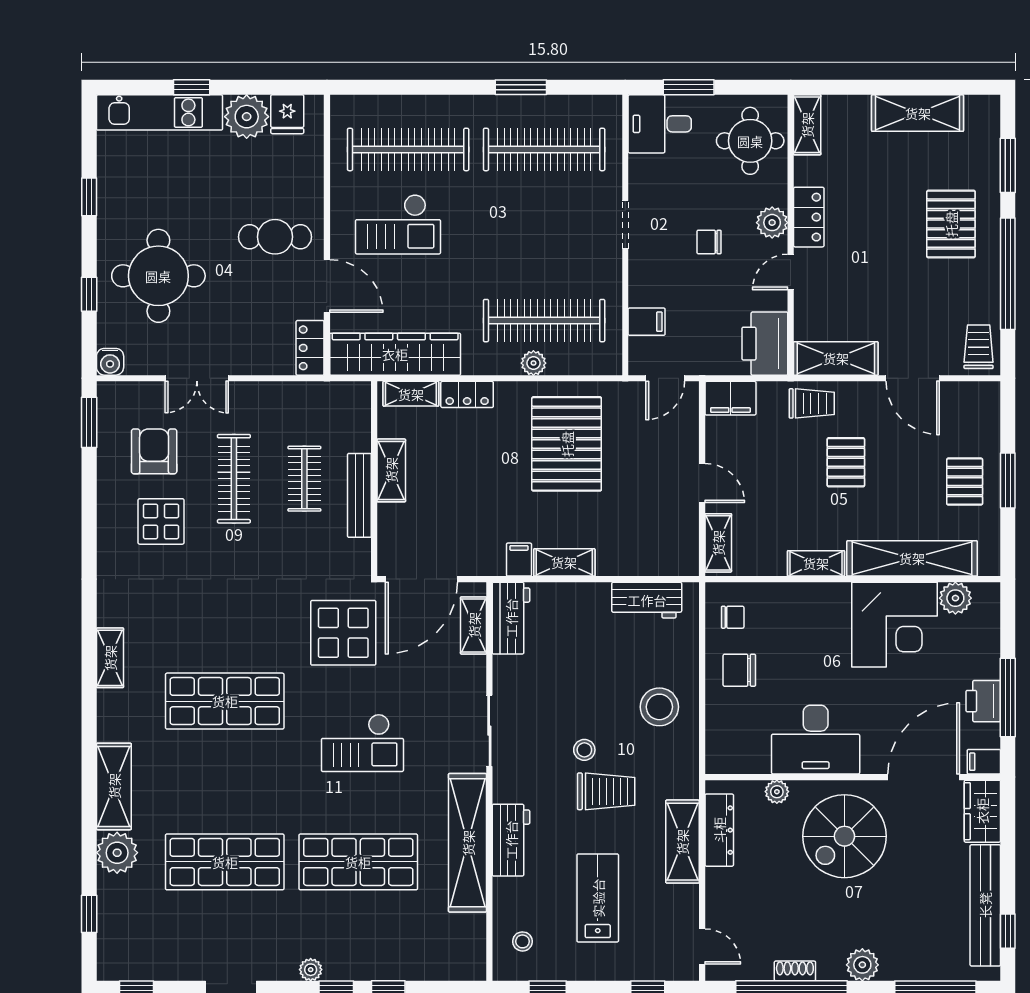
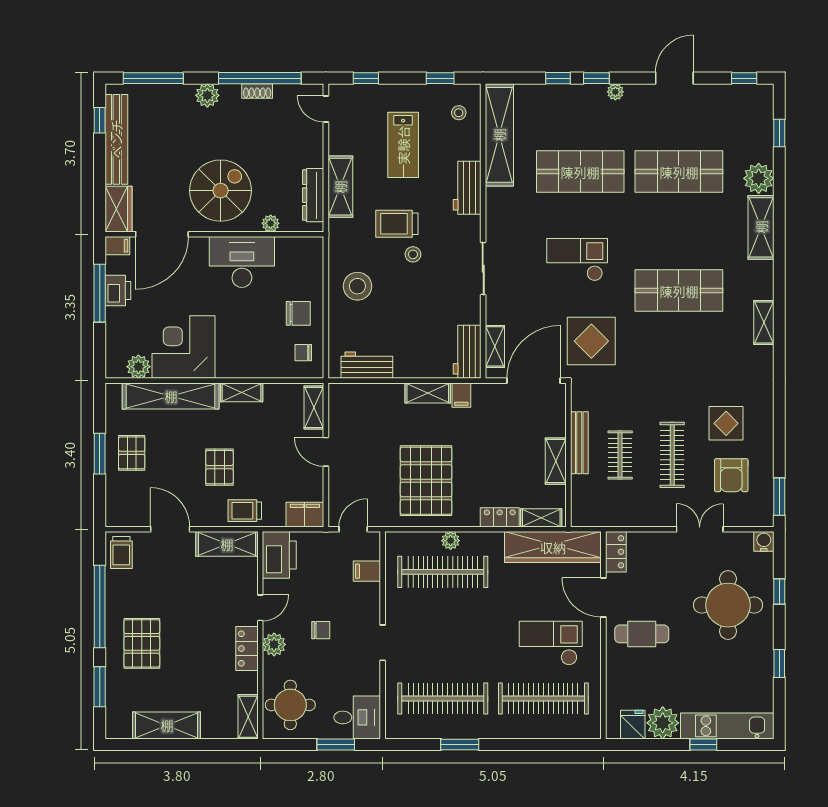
shelving: (468, 843) -> (499, 135), moved

